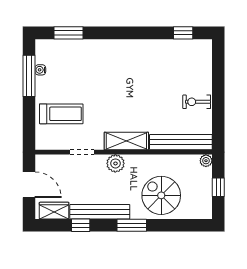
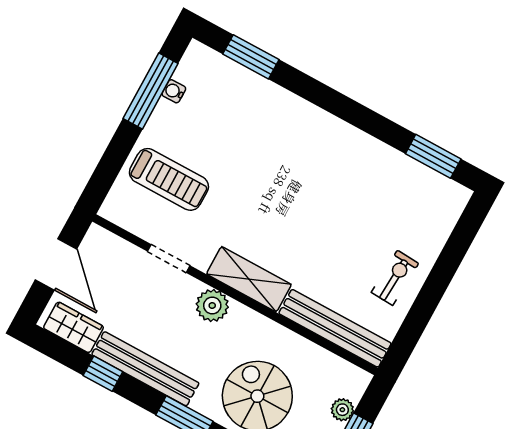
window: (183, 33) -> (433, 156), width x1.50
exercise bike: (197, 102) -> (395, 278), turned 93
plant: (206, 161) -> (342, 410), moved

